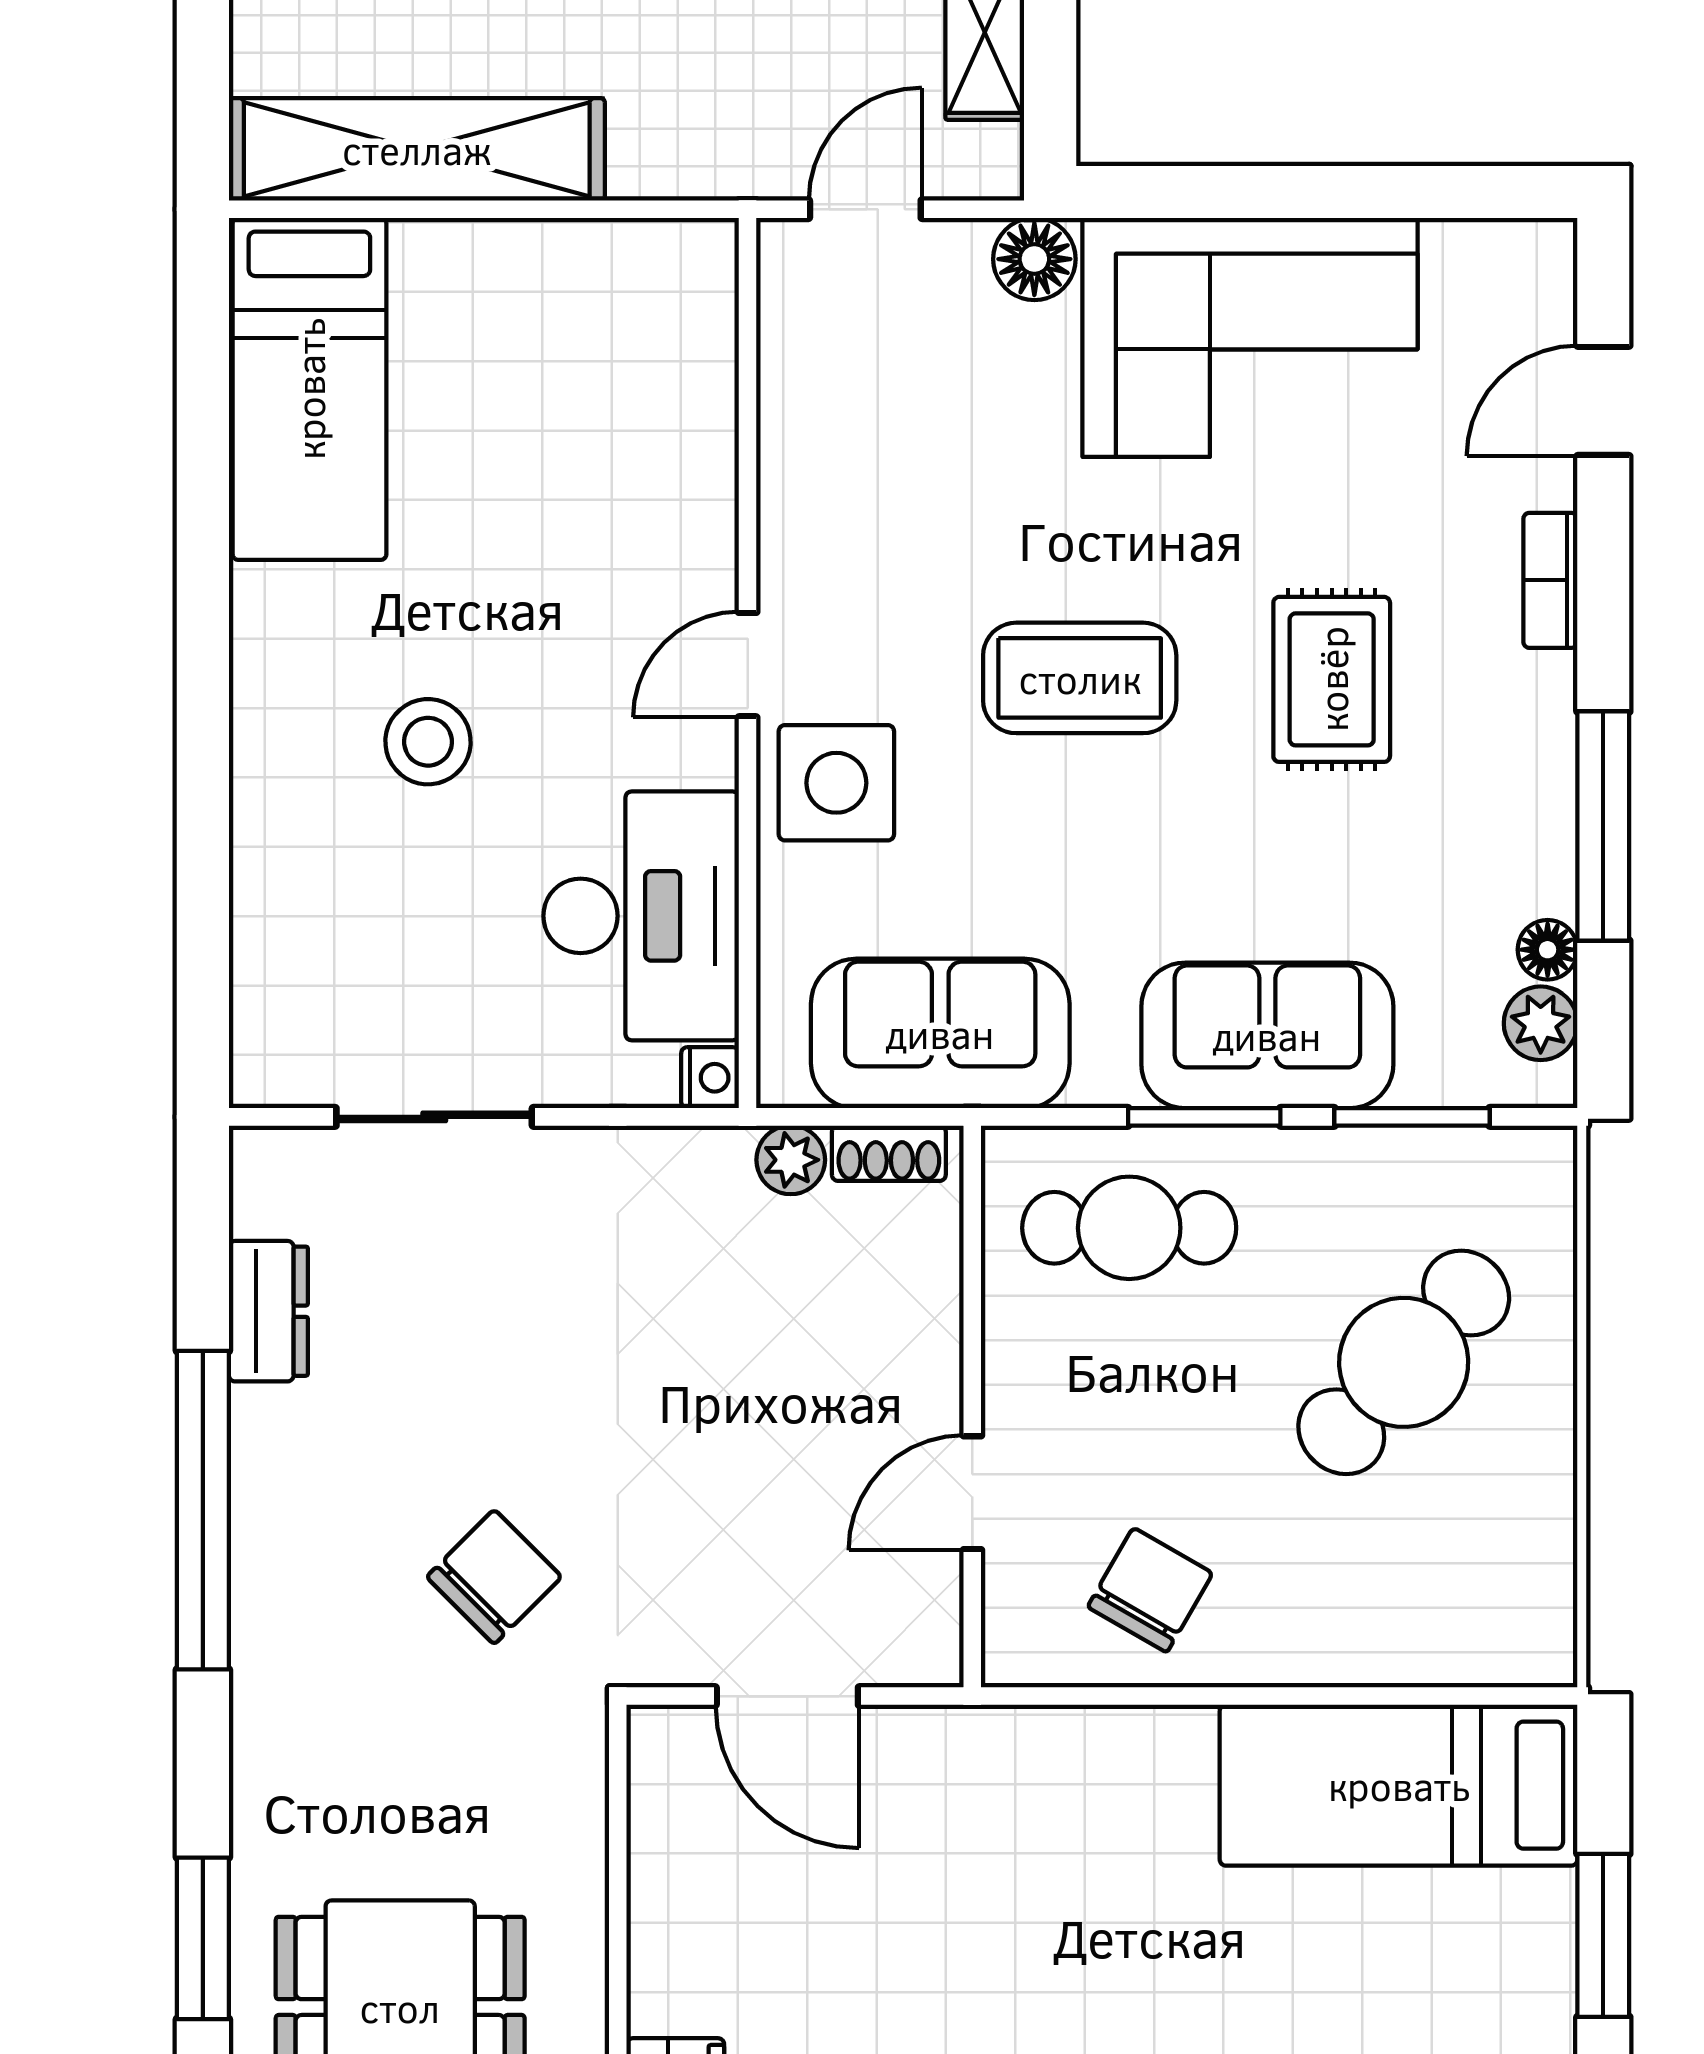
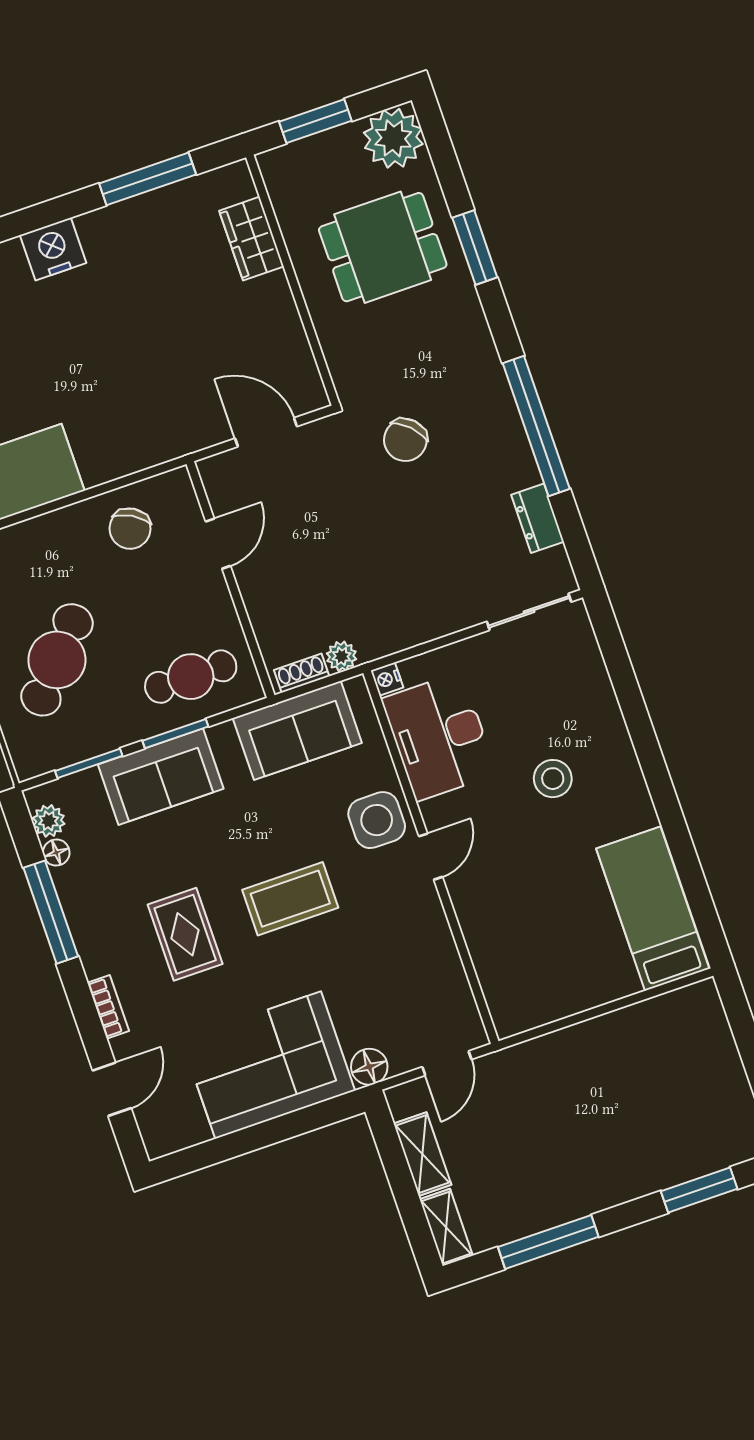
shelving: (417, 149) -> (642, 1024), removed
sliding door: (434, 1117) -> (529, 612), moved

